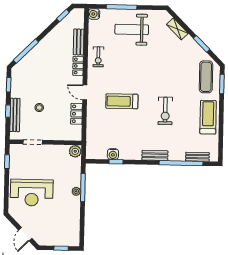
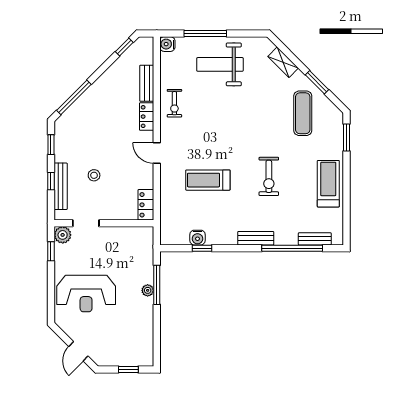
exercise mat: (206, 77) -> (303, 113), moved
treadmill: (122, 101) -> (208, 180), moved
locker: (77, 114) -> (146, 205), moved
plant: (75, 151) -> (63, 235), moved

